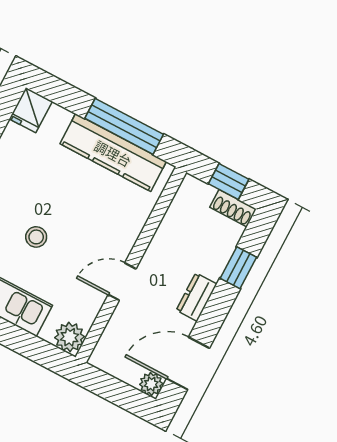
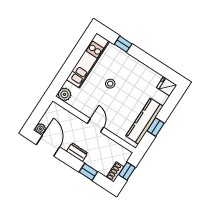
window: (124, 126) -> (156, 127), width x0.46
door: (122, 282) -> (95, 125), moved

